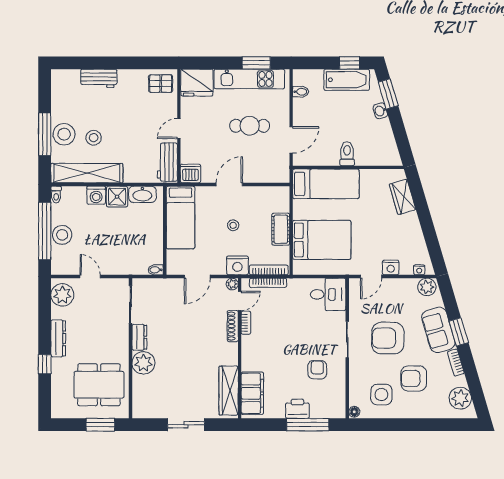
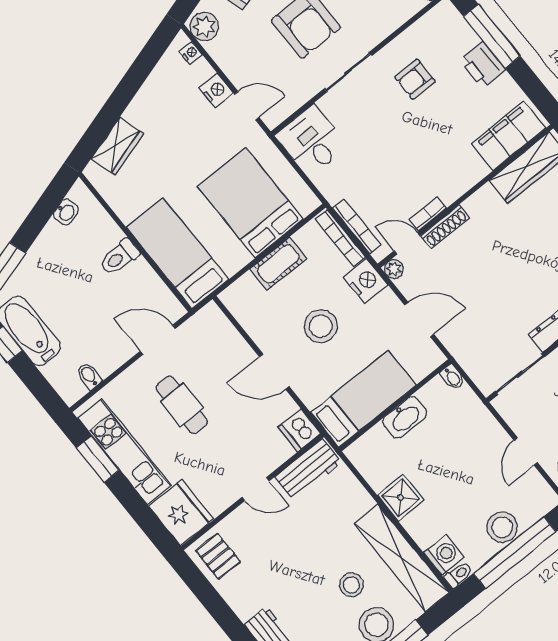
washbasin: (380, 111) -> (66, 212), moved
washbasin: (142, 194) -> (405, 417), moved, turned 90
washing machine: (96, 195) -> (444, 555), moved
stool: (233, 225) -> (321, 326), width x1.89, depth x1.89

